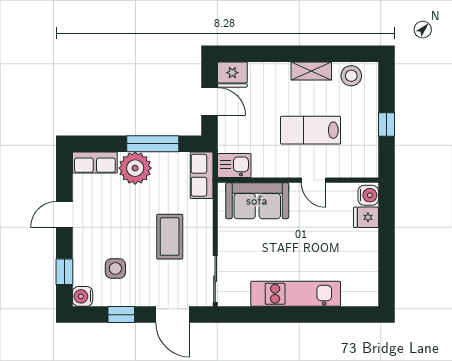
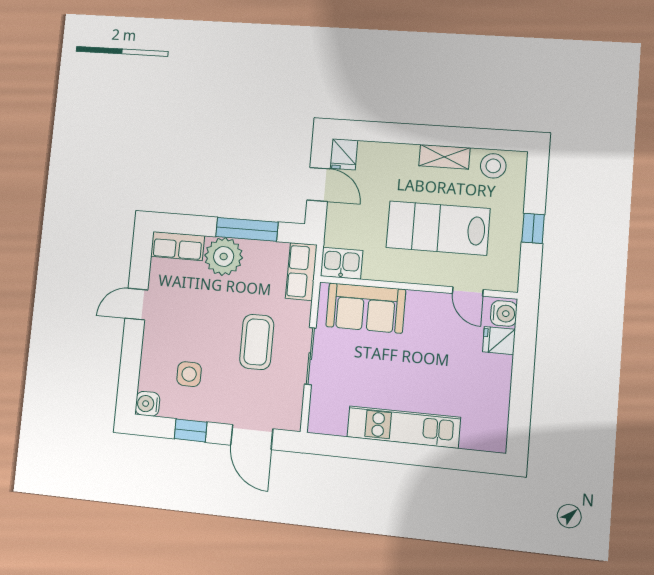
fridge: (232, 75) -> (344, 154), width x0.72
lab bench: (311, 130) -> (438, 228), width x1.36, depth x1.39
door: (314, 180) -> (468, 292), moved
window: (64, 272) -> (129, 372), removed
sliding door: (215, 279) -> (310, 356), moved

